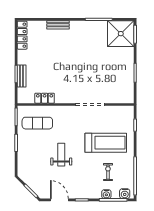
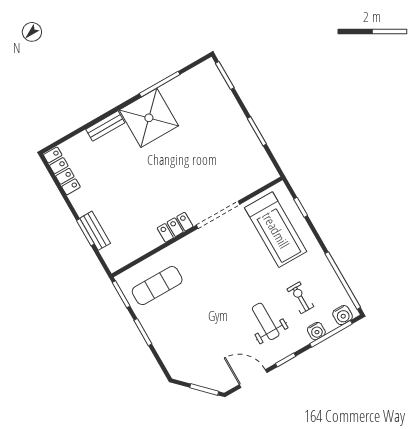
shower: (121, 34) -> (149, 118), moved
locker: (45, 98) -> (175, 227), moved
treadmill: (106, 143) -> (276, 230), moved, turned 90
weight bench: (61, 155) -> (266, 321), moved

